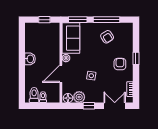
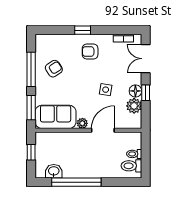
window: (22, 54) -> (76, 182), added
washbasin: (30, 59) -> (54, 171), moved
door: (61, 74) -> (103, 130), swing flipped
floor lamp: (68, 98) -> (135, 91), moved

